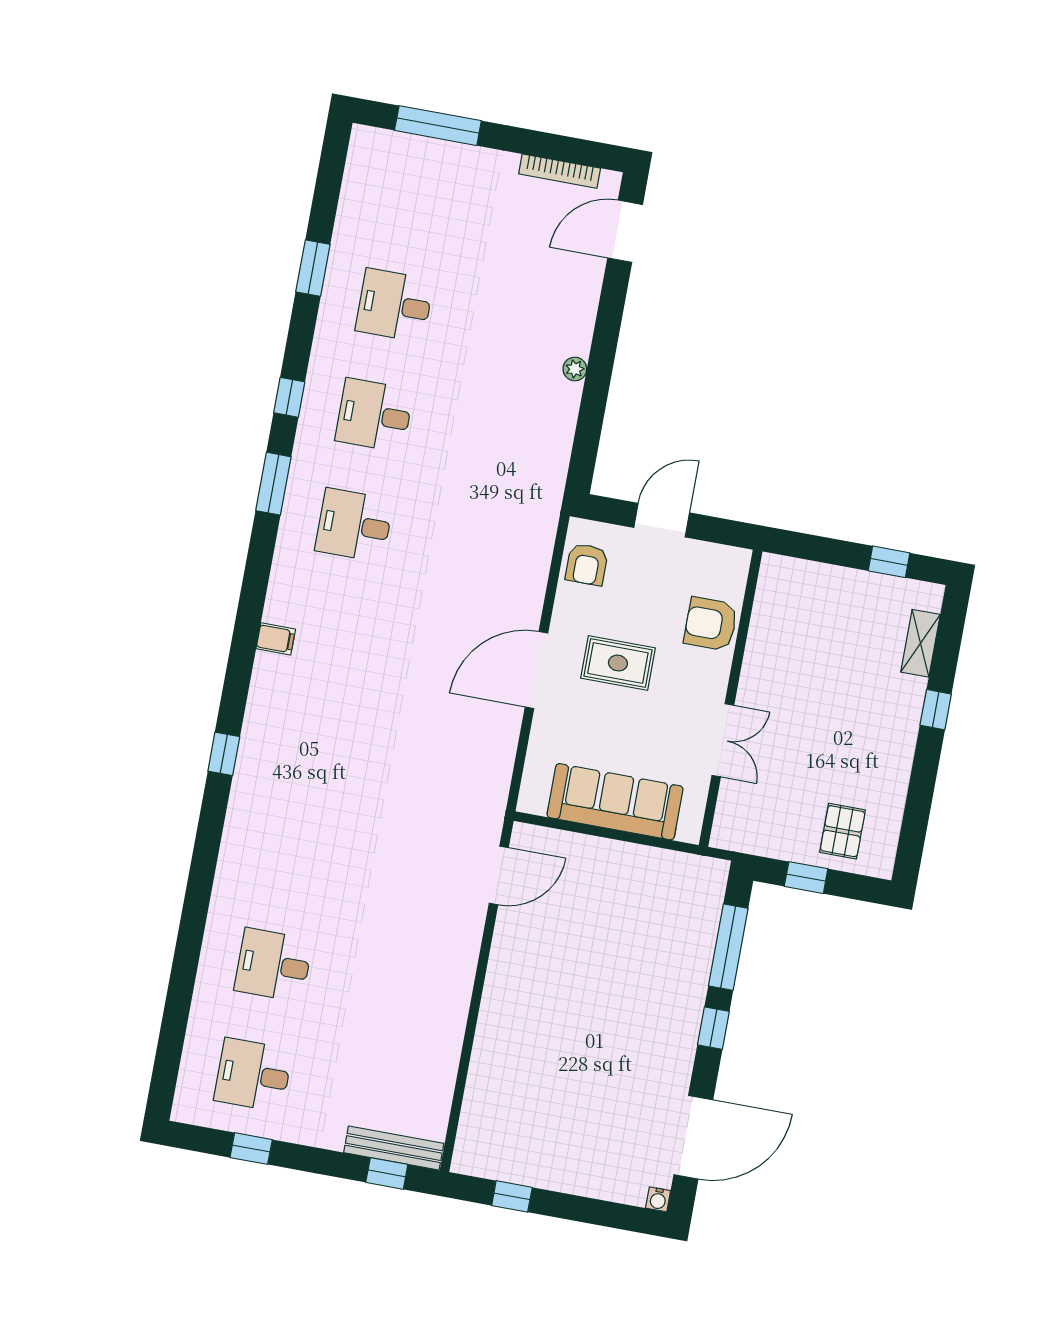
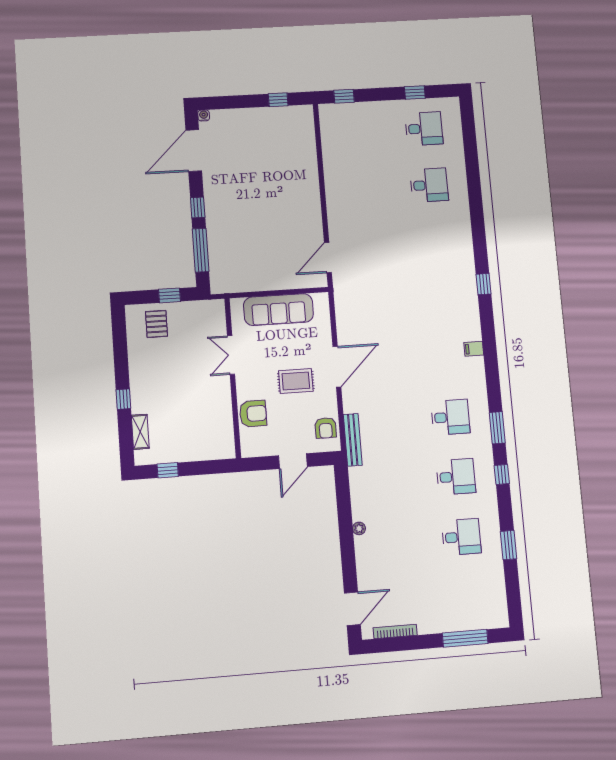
armchair: (587, 564) -> (326, 428), turned 180
bench: (394, 1148) -> (353, 440), moved, turned 90

